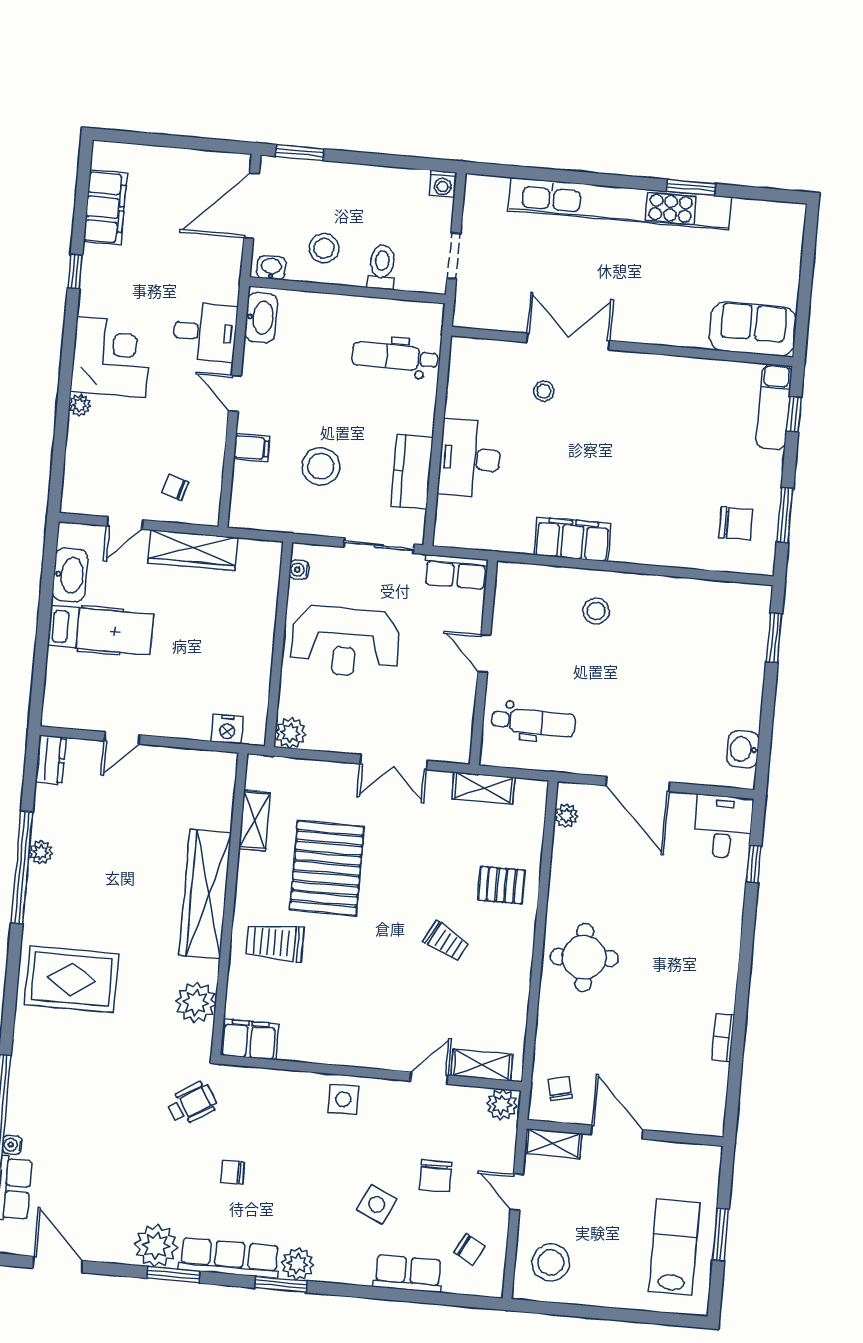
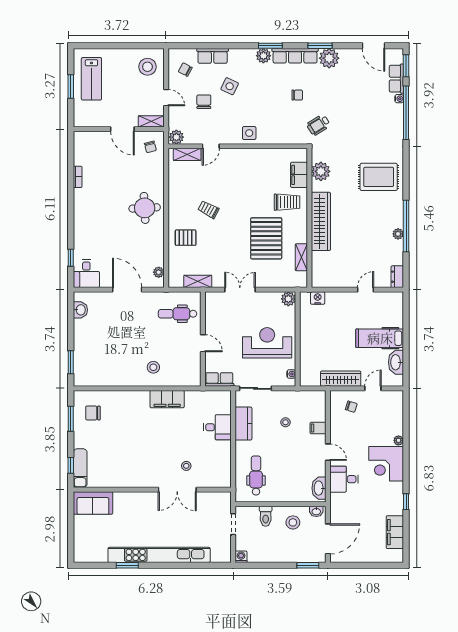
dental chair: (395, 357) -> (256, 476), turned -90
desk: (470, 459) -> (217, 427), width x0.73
stool: (321, 466) -> (286, 422), width x0.53, depth x0.53
filing cabinet: (249, 1039) -> (299, 175), moved, turned 90

